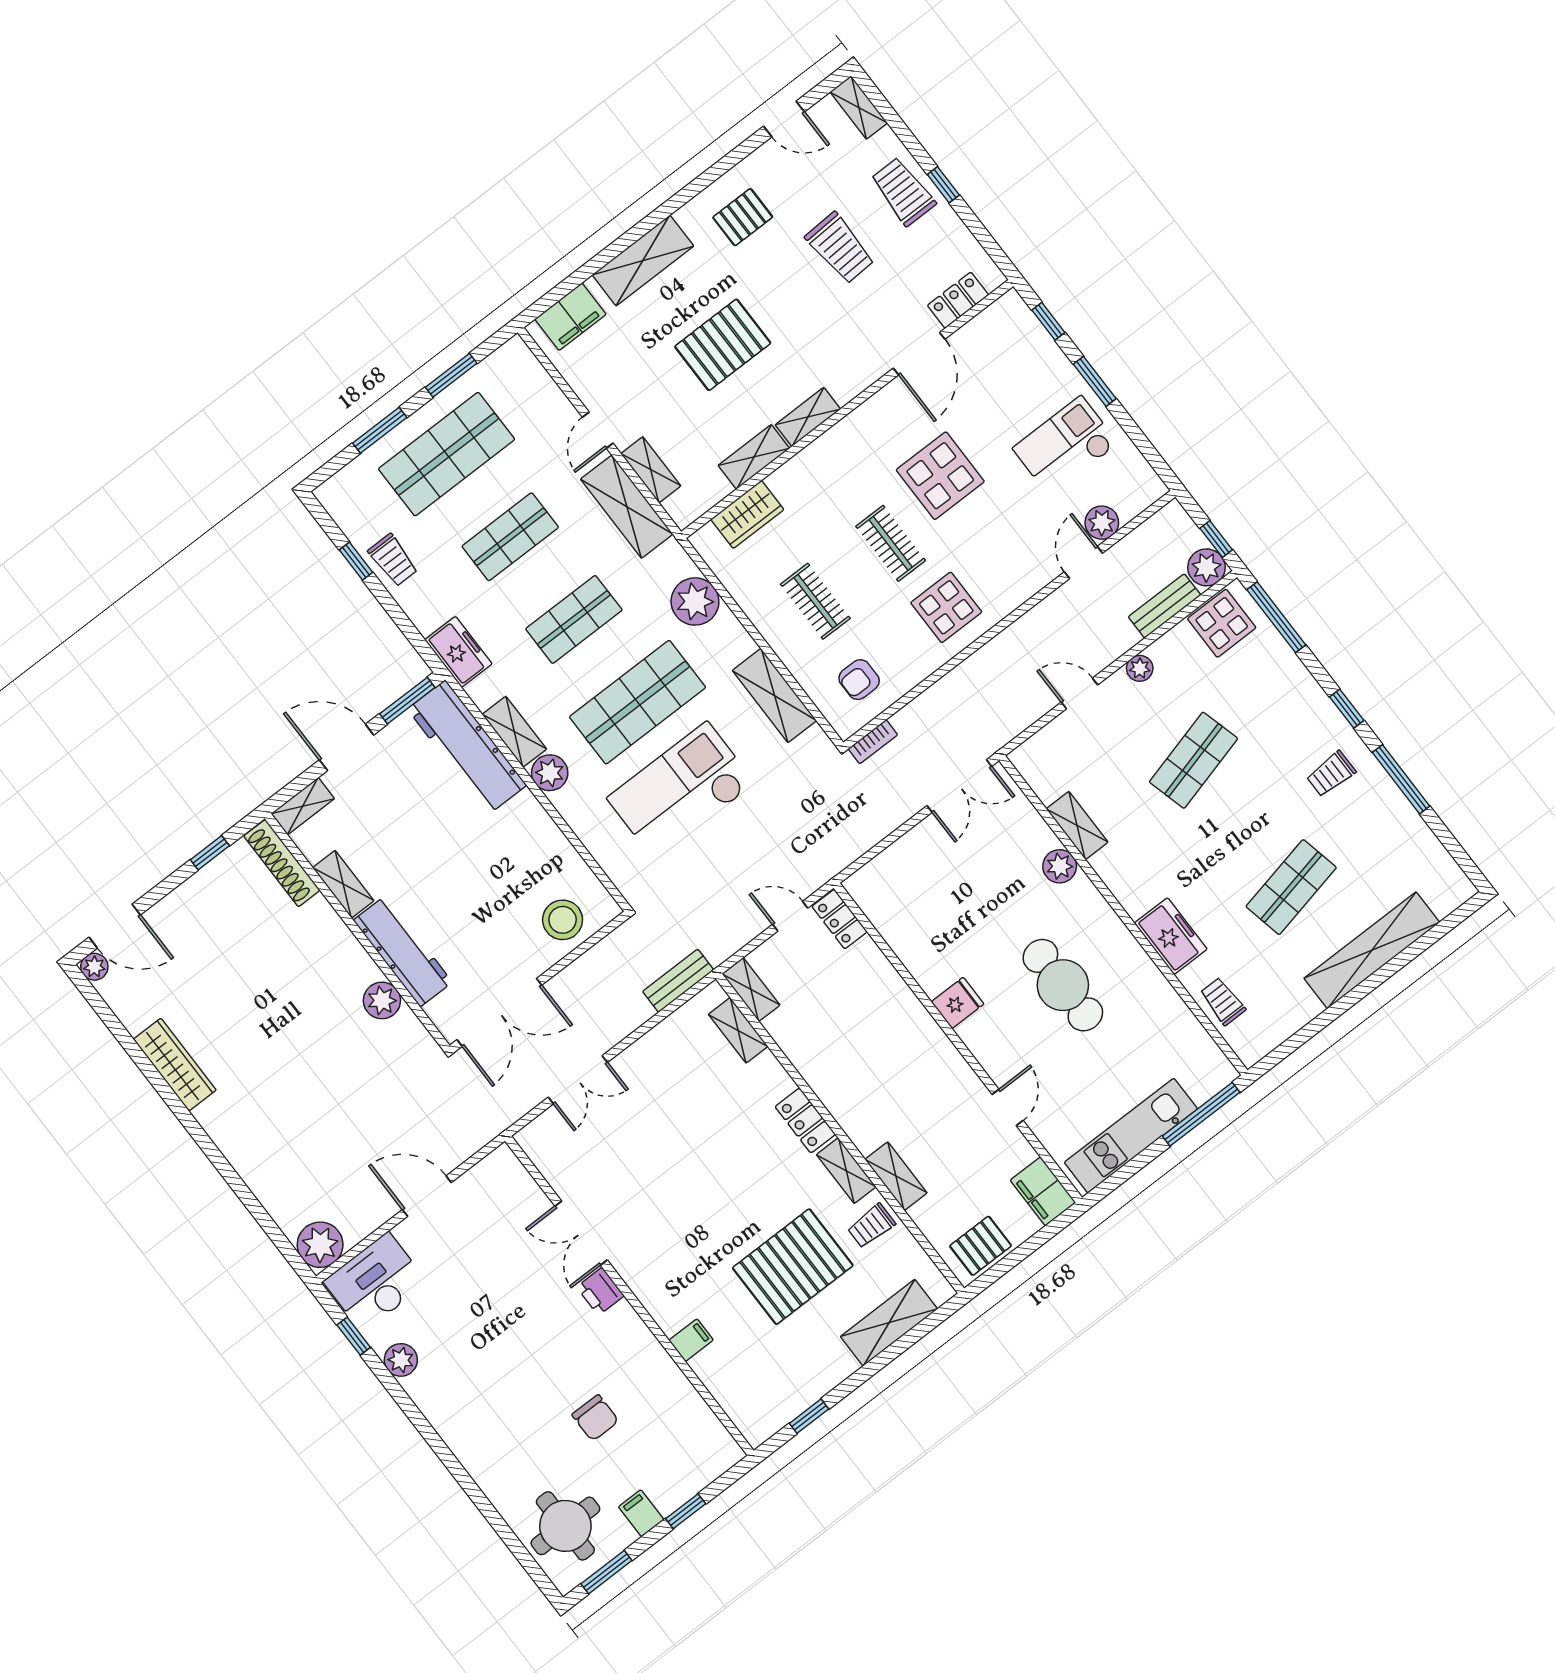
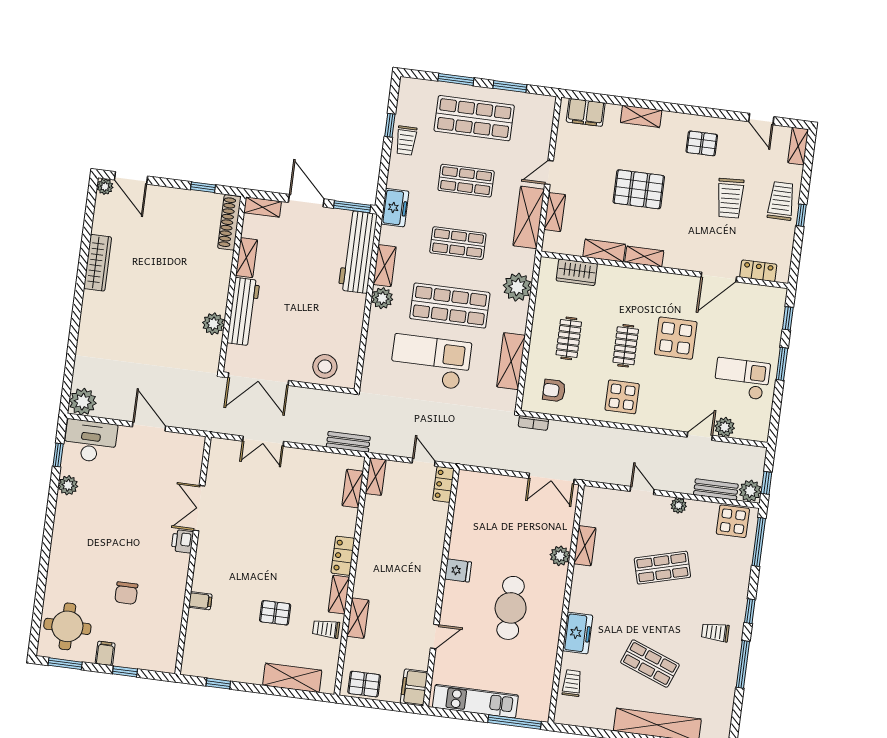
shelving: (643, 260) -> (641, 116), width x0.67, depth x0.75
shop shelf: (1291, 887) -> (650, 664), turned 33
pallet: (793, 1267) -> (275, 613), width x0.49, depth x0.50

